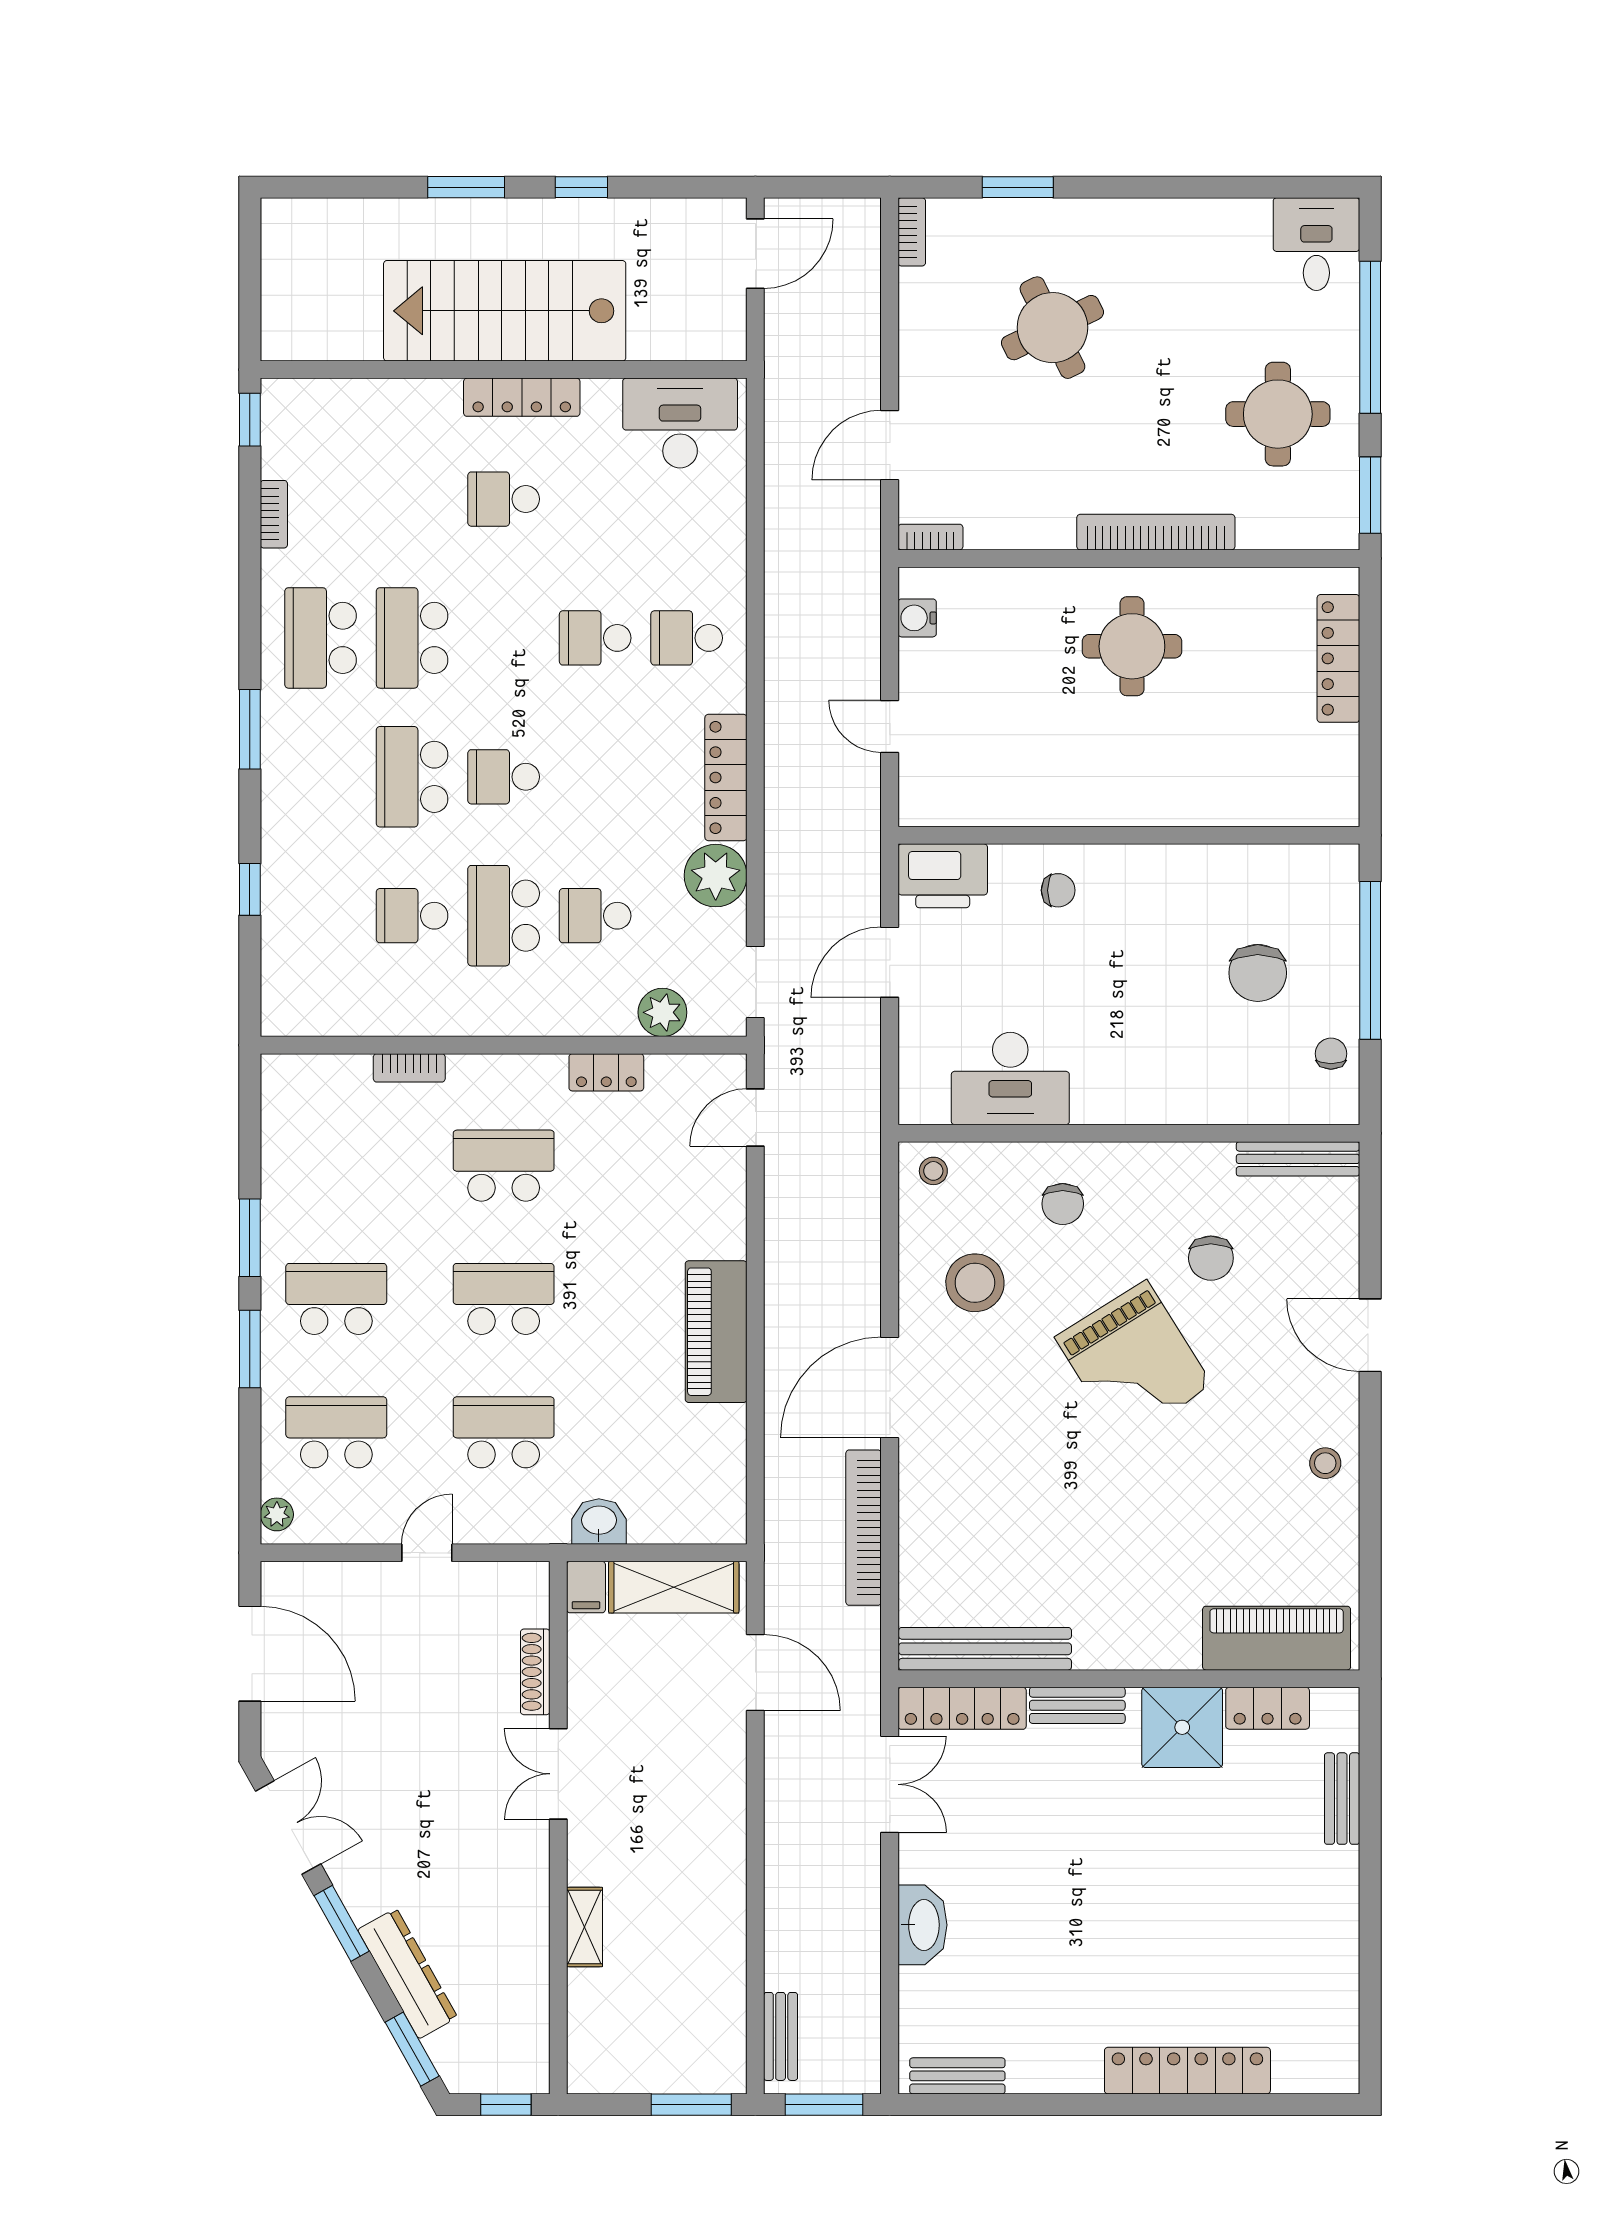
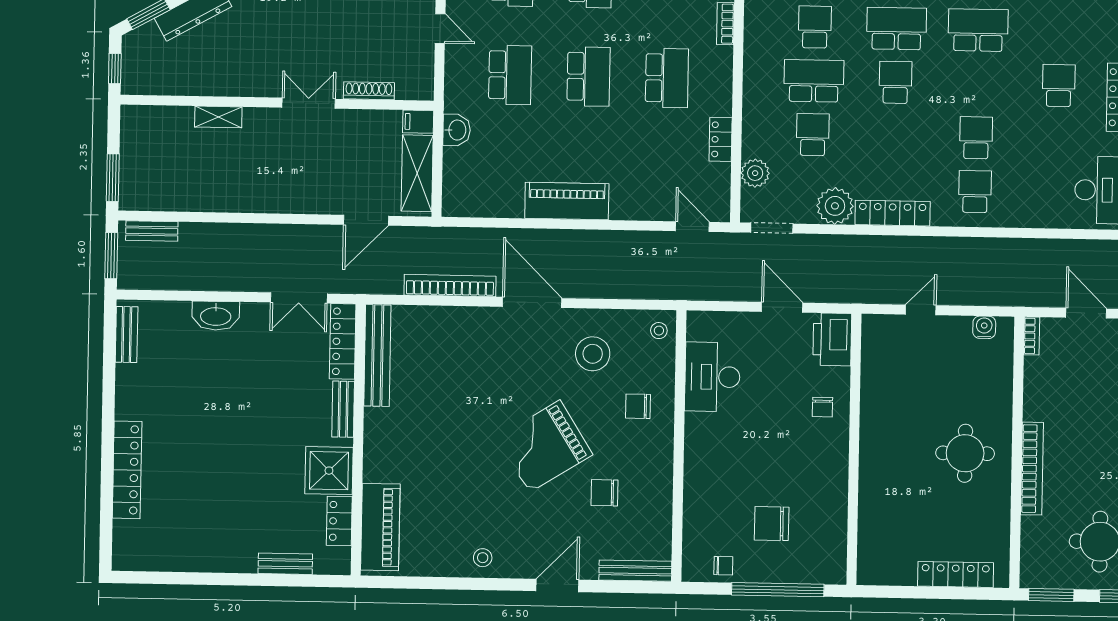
bench: (1298, 1159) -> (635, 571), moved, turned 90

